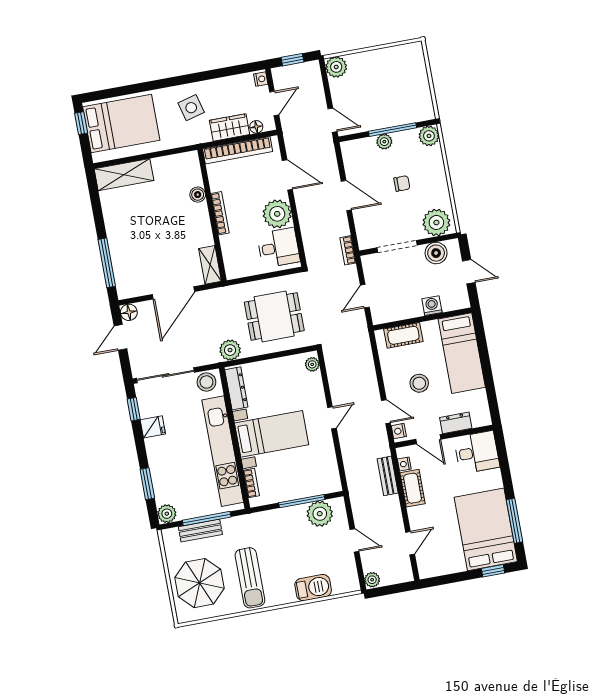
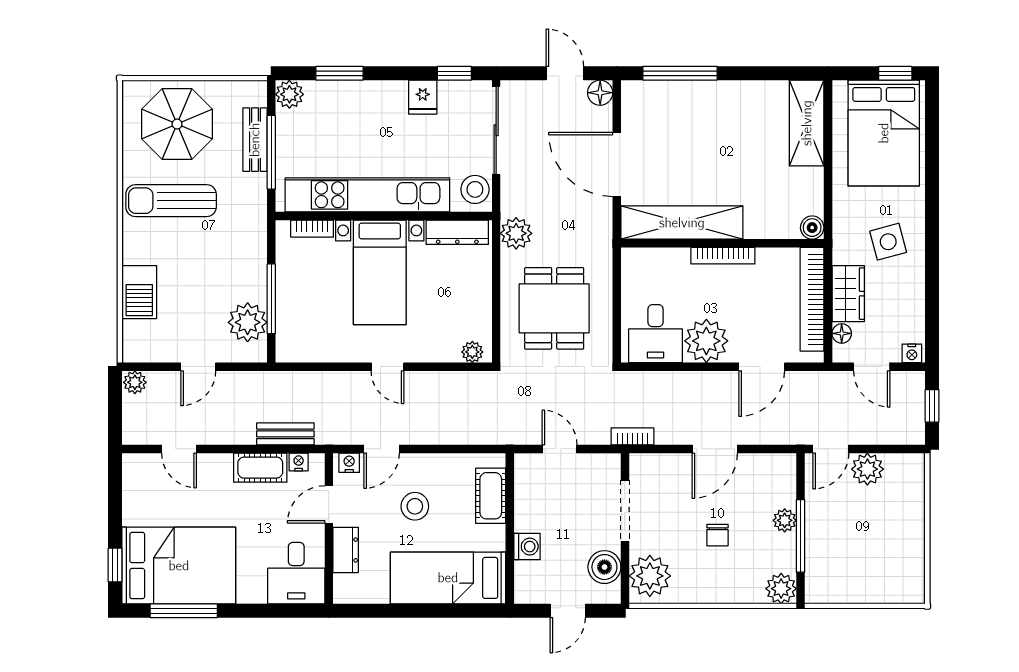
plant: (336, 67) -> (867, 469), moved
boiler: (198, 195) -> (812, 228), moved
shelving: (210, 265) -> (682, 223), width x2.20, depth x1.33

